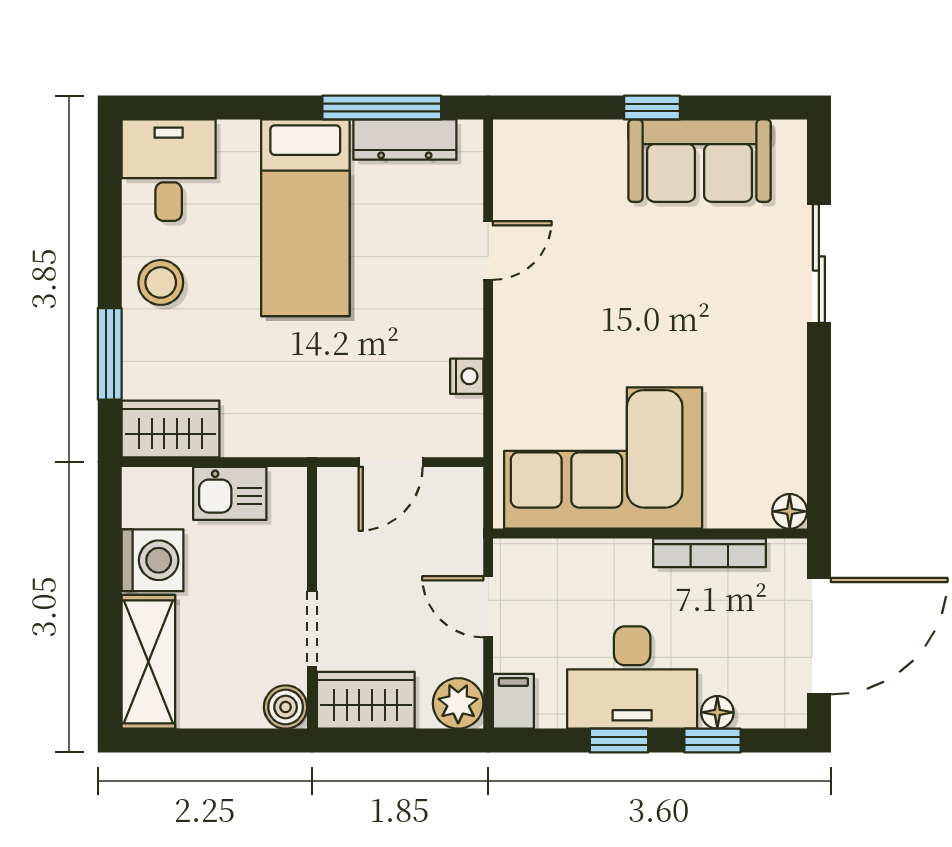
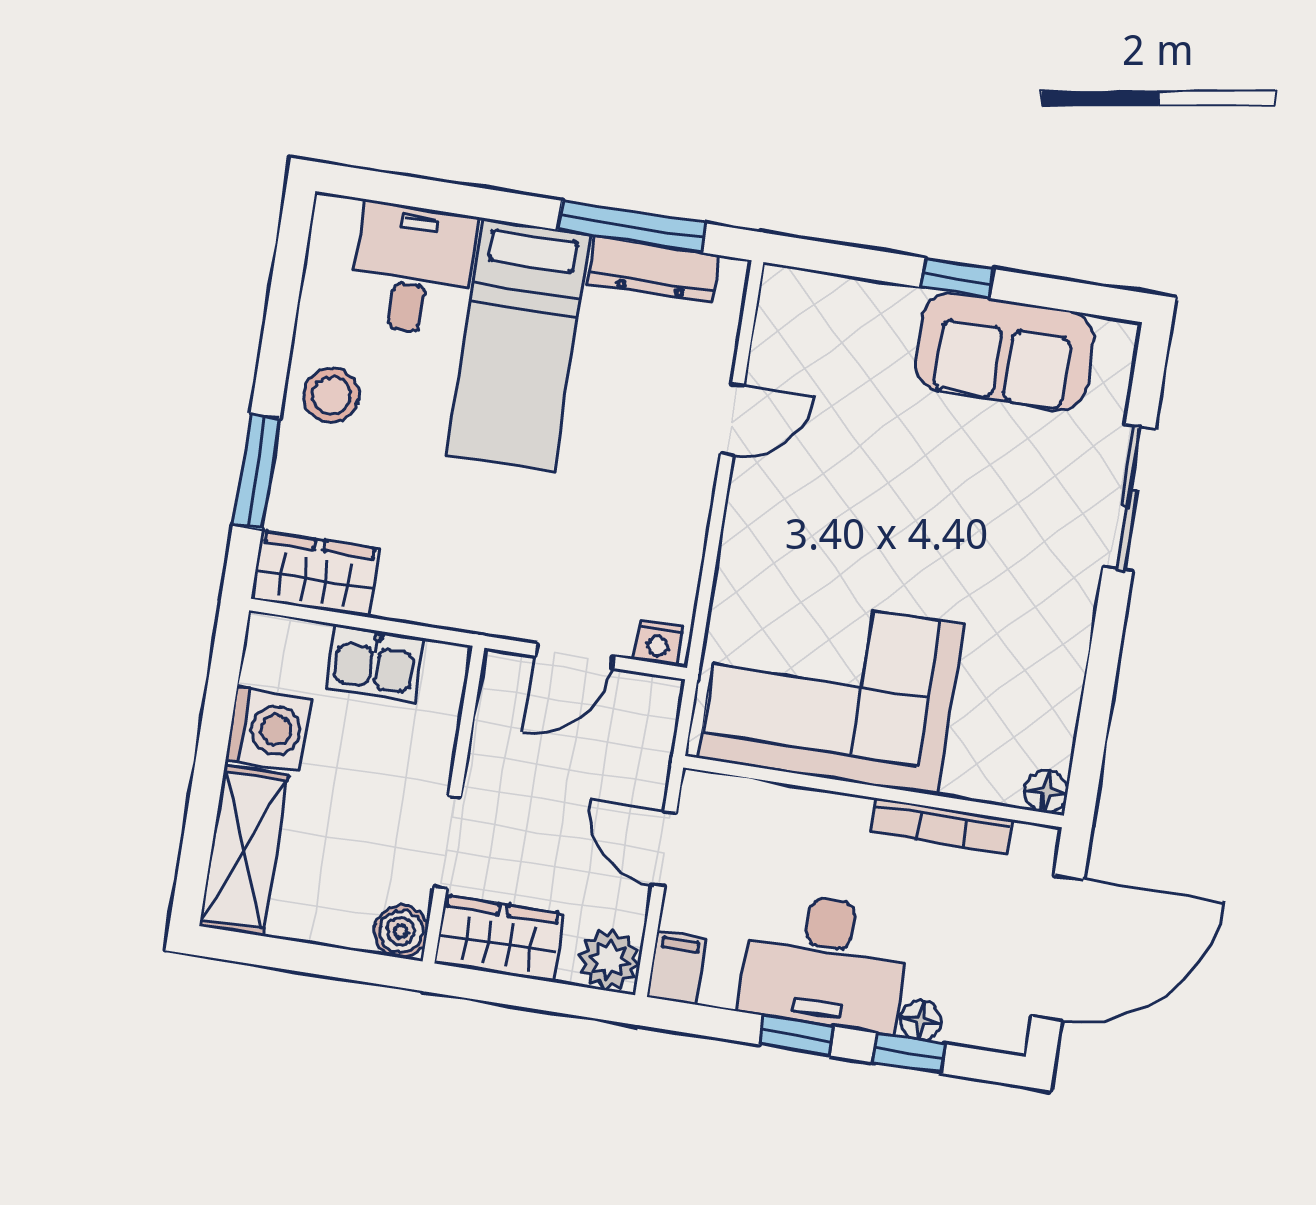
desk: (169, 170) -> (412, 269), moved
nightstand: (467, 376) -> (658, 643), moved, turned 90

